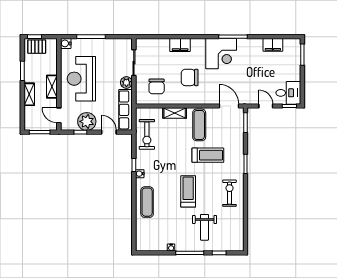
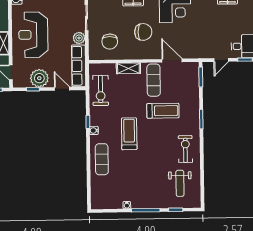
chair: (190, 77) -> (143, 32), turned 180
door: (229, 106) -> (172, 61), moved
door: (266, 106) -> (221, 60), swing flipped
treadmill: (188, 191) -> (129, 134), moved
weight bench: (205, 227) -> (180, 183), moved

